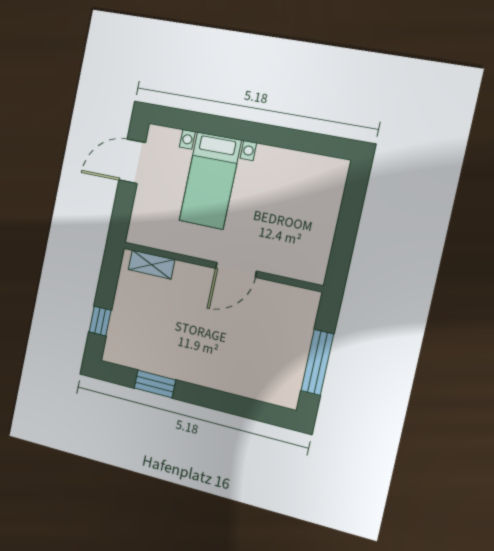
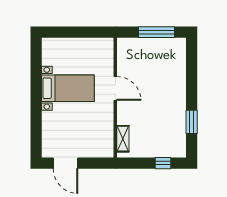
bed with nightstands: (210, 181) -> (68, 88), moved

